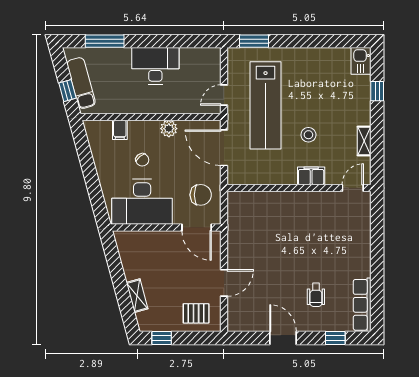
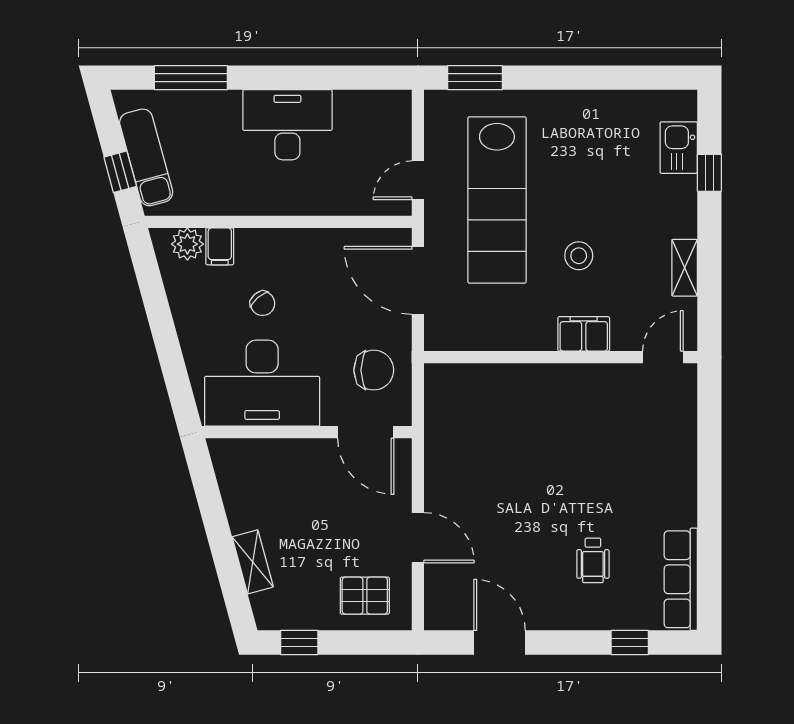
kitchen sink: (361, 61) -> (679, 148), moved
plant: (169, 129) -> (187, 244), moved
door: (224, 283) -> (418, 538), hinge flipped
door: (283, 338) -> (500, 642), moved

